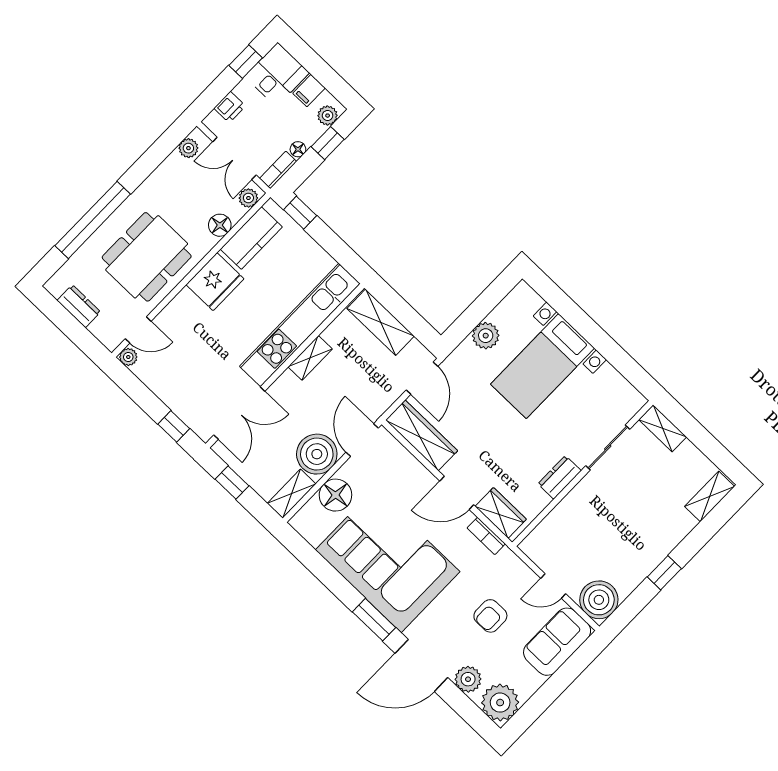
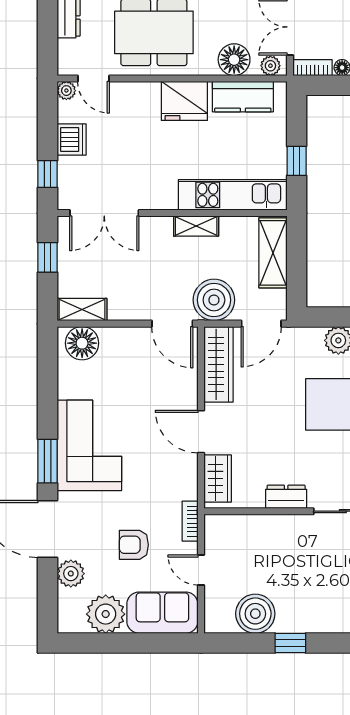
window: (300, 213) -> (297, 161), moved
floor lamp: (220, 225) -> (234, 60), width x1.38, depth x1.38
kitchen unit: (300, 325) -> (233, 195), width x0.73
dishwasher: (166, 386) -> (72, 140), added
door: (362, 440) -> (172, 324), swing flipped
boiler: (317, 454) -> (214, 300), moved
floor lamp: (335, 495) -> (82, 343), moved
bookcase: (486, 536) -> (190, 521), moved
corner sofa: (388, 561) -> (89, 445), width x0.73, depth x0.74
boiler: (599, 600) -> (255, 614), moved
plant: (500, 703) -> (106, 614), moved

